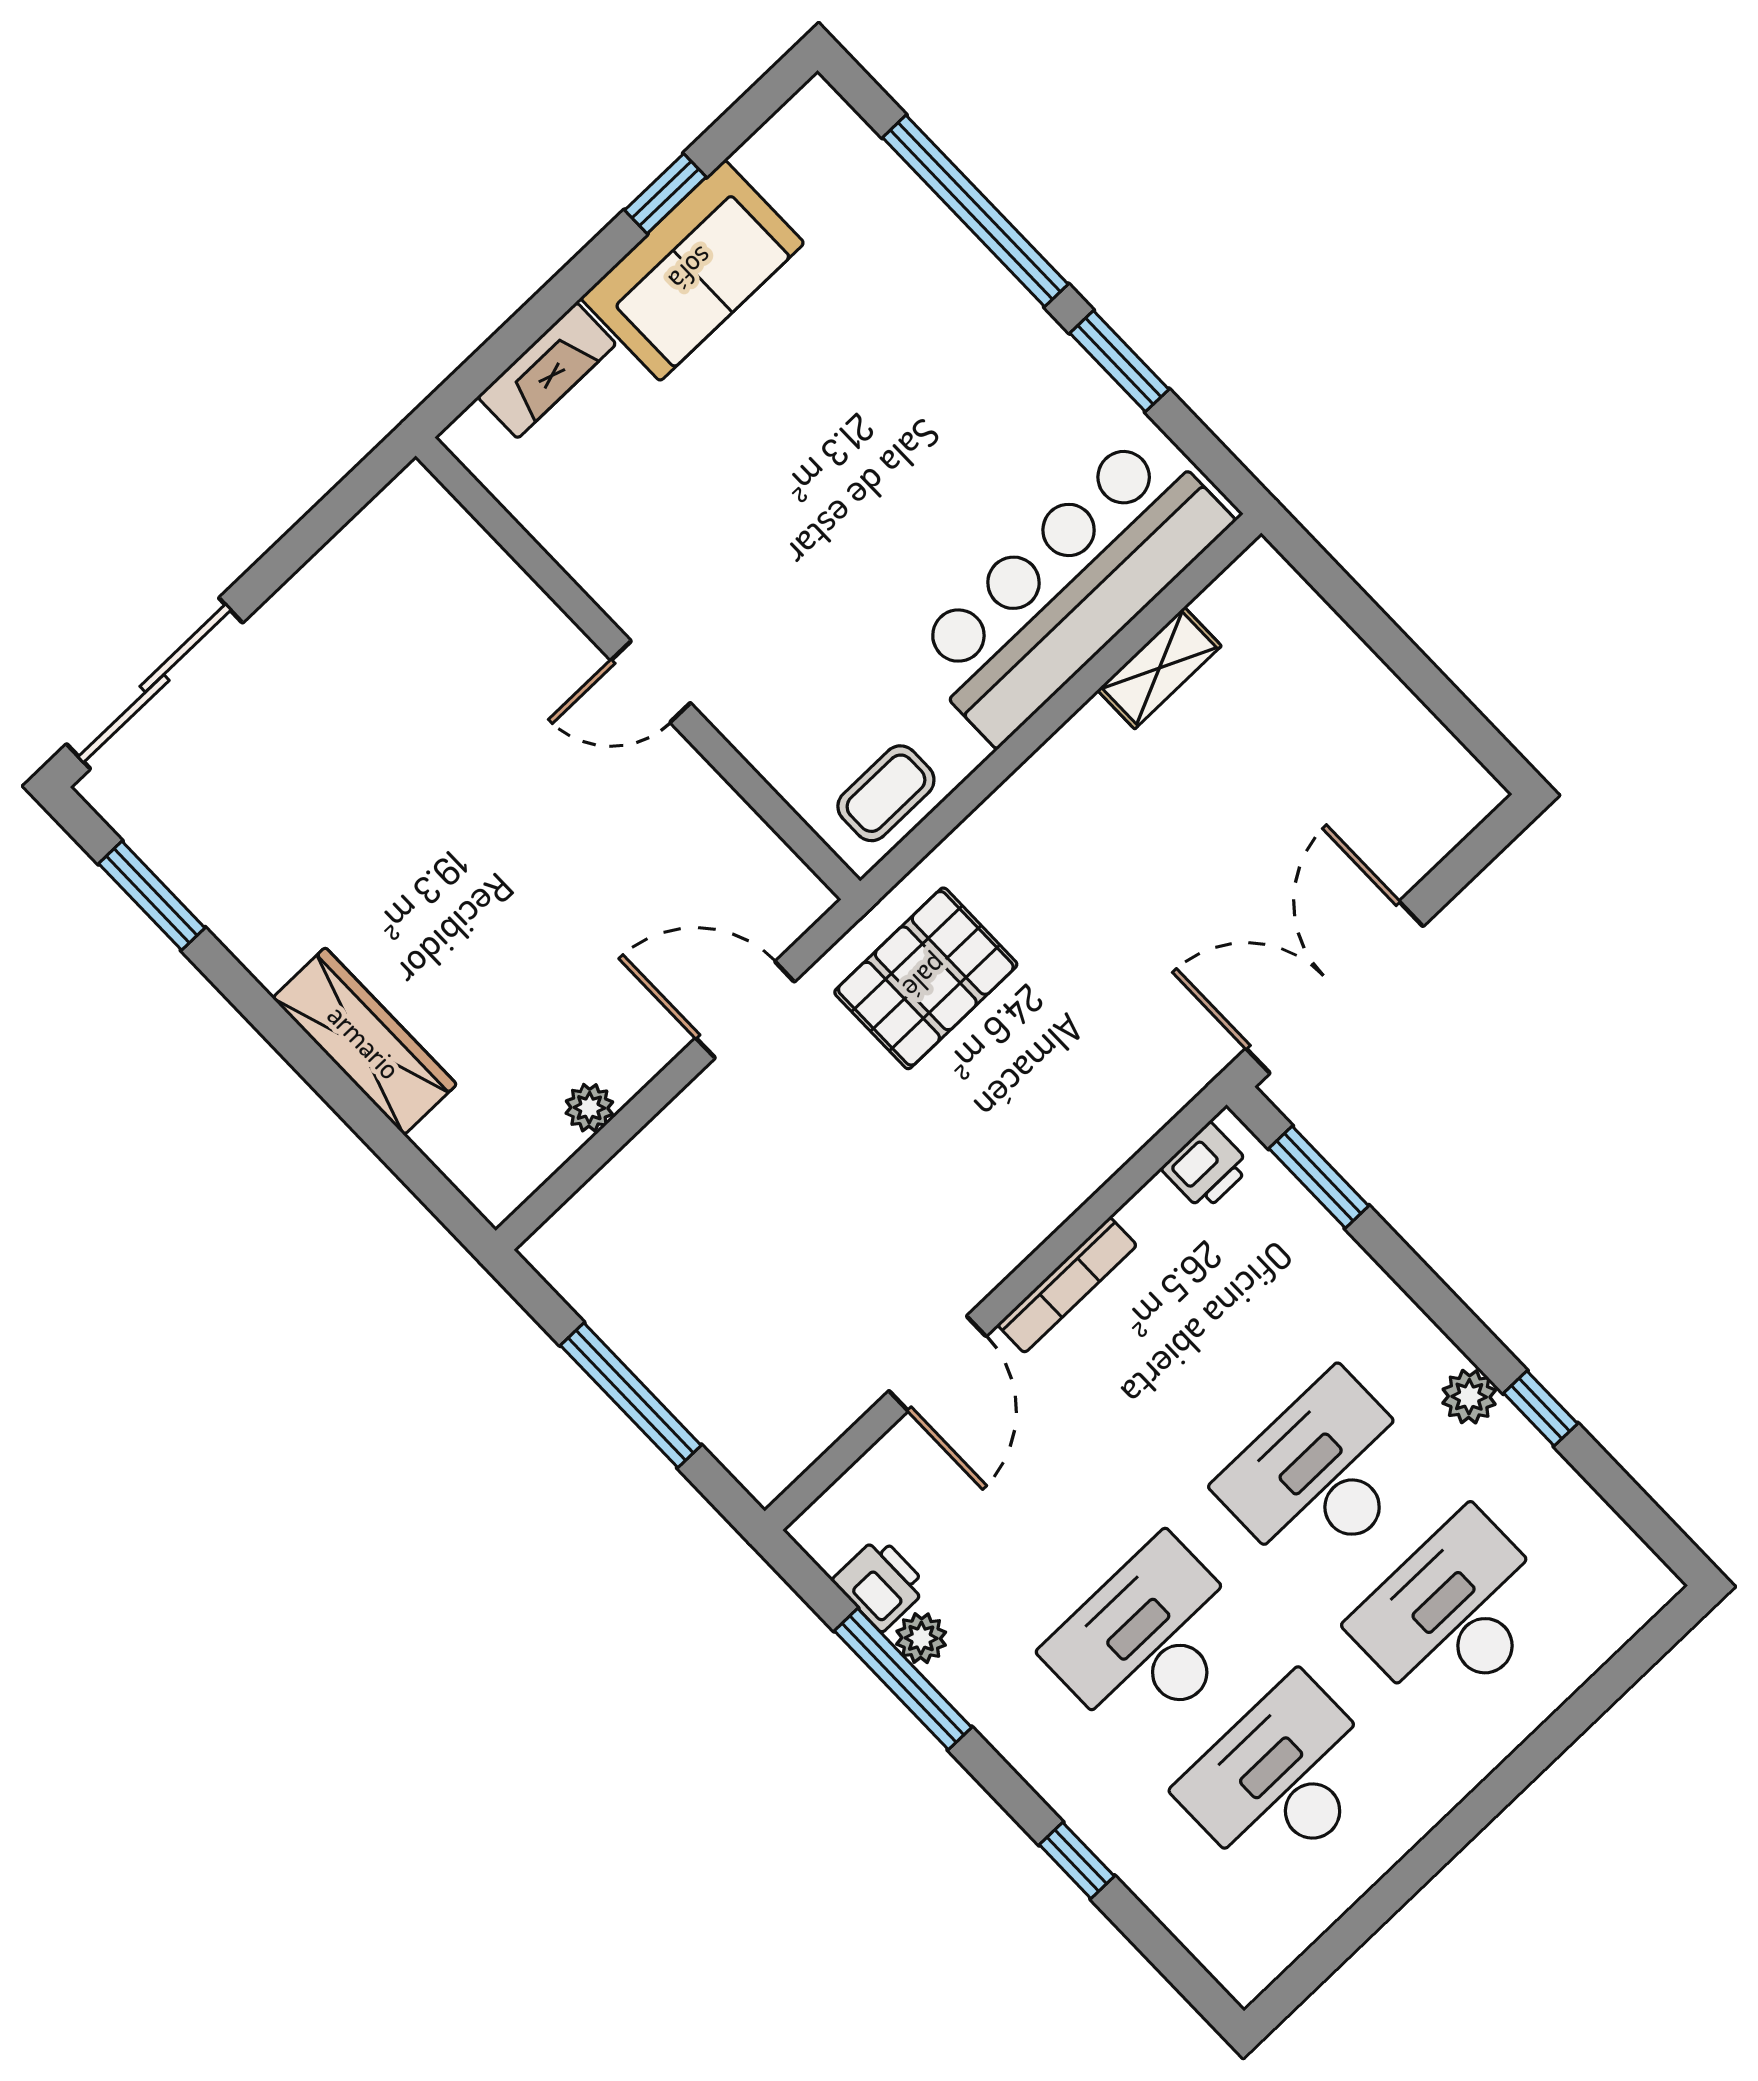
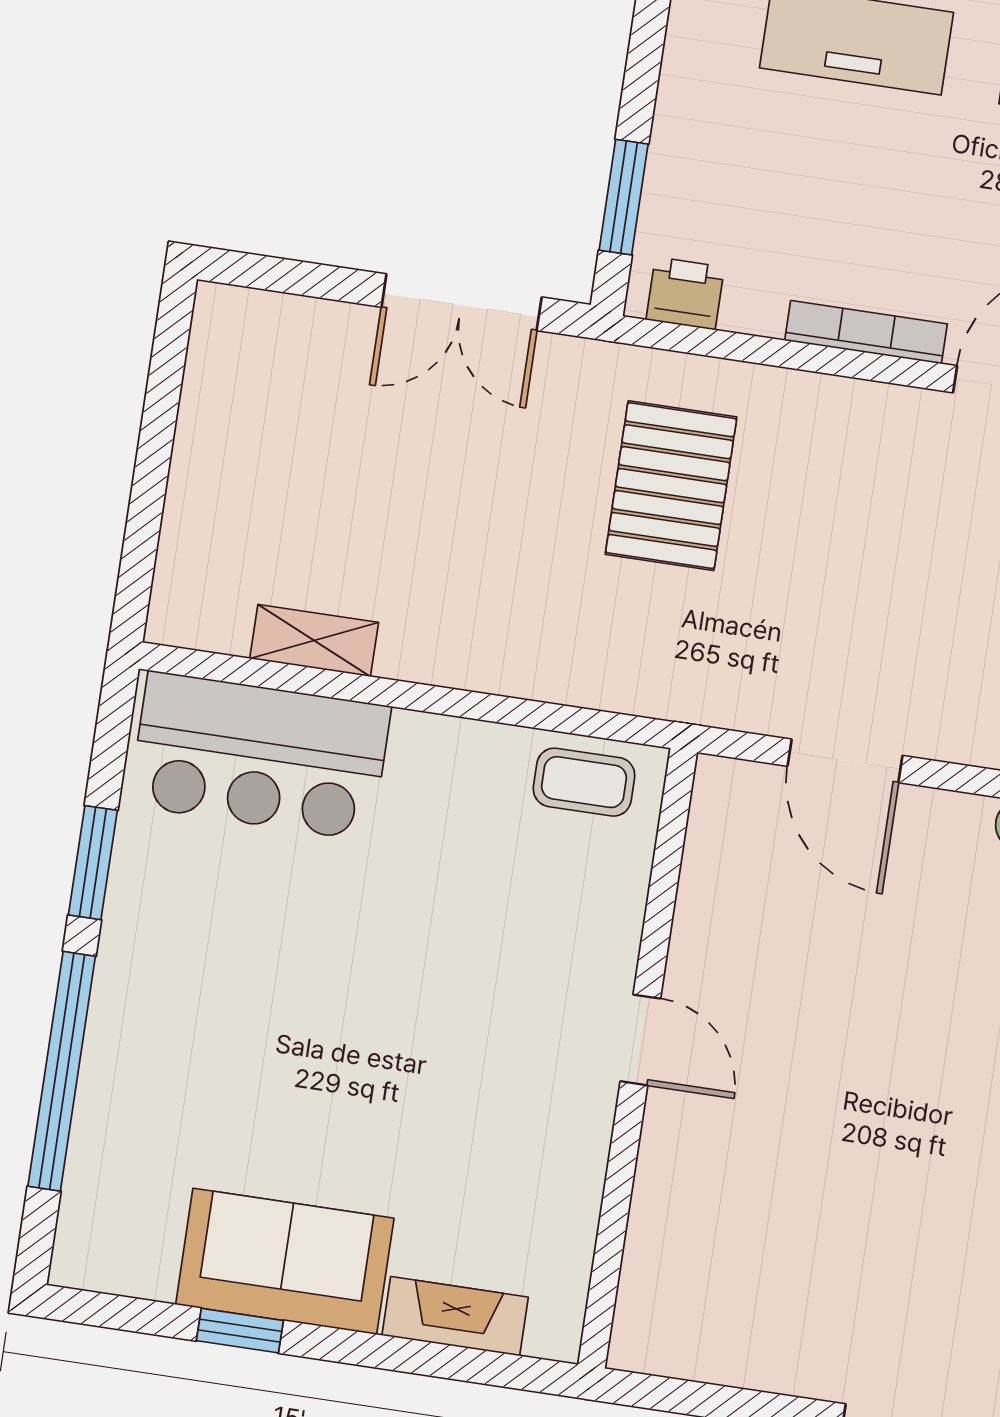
bar counter: (1070, 587) -> (260, 756), width x0.73
pallet: (926, 978) -> (671, 486), moved, turned 90
double door: (1335, 987) -> (462, 302), width x0.73

